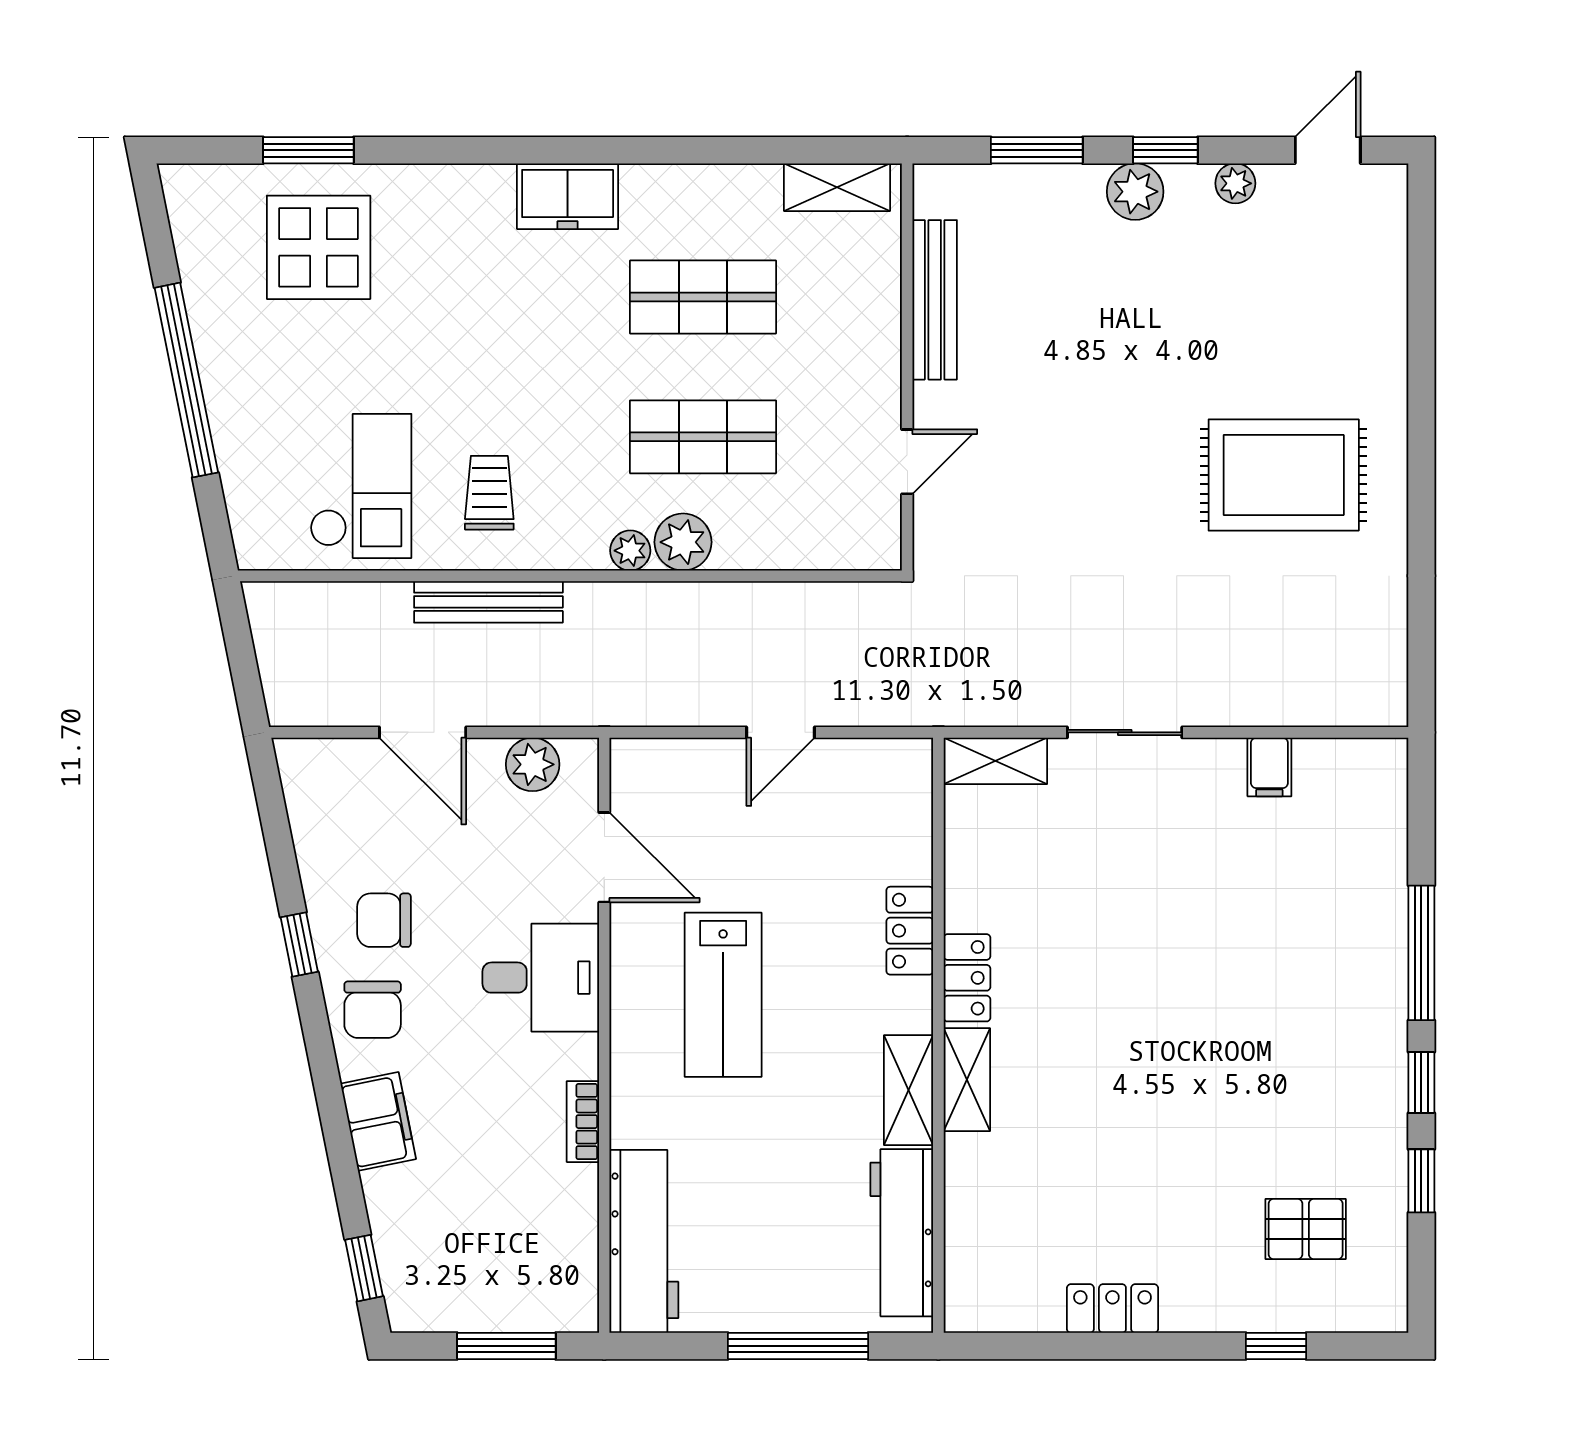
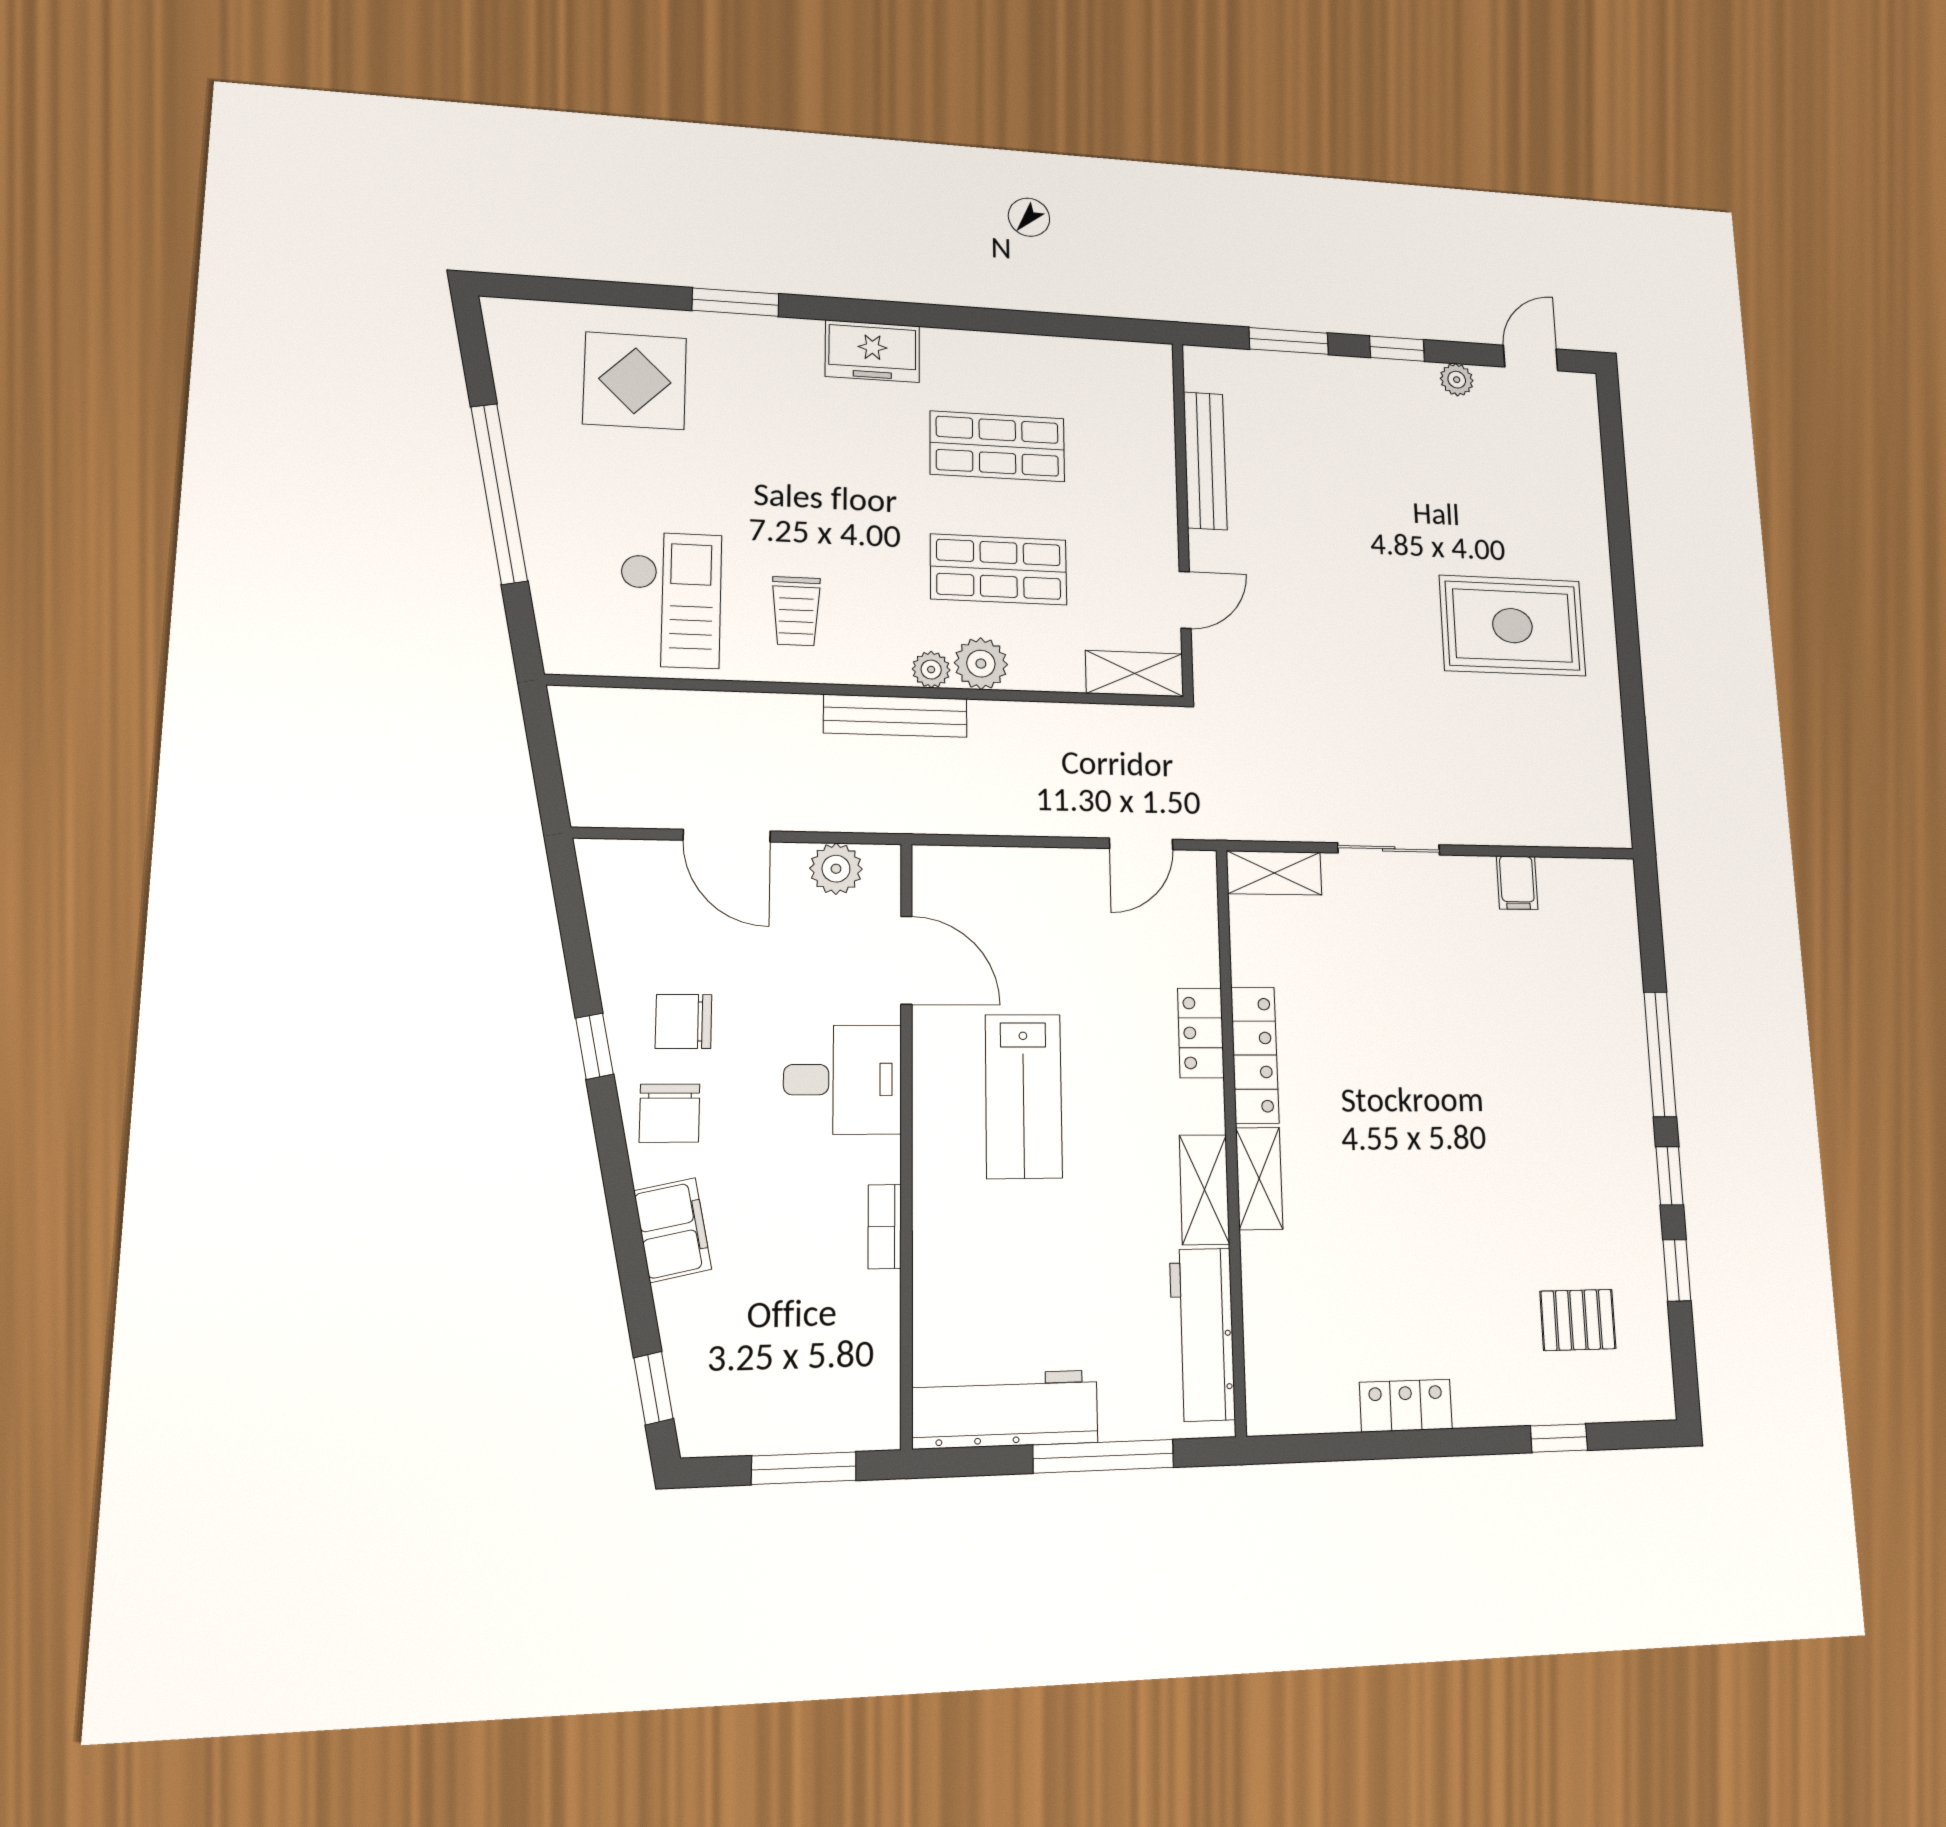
window: (308, 150) -> (735, 302), moved
shelving: (837, 187) -> (1135, 673), moved
plant: (1135, 192) -> (1374, 381), removed
trolley: (489, 493) -> (796, 611), turned 180
bench: (488, 602) -> (895, 716), moved
door: (781, 732) -> (1141, 844), moved
locker: (967, 978) -> (1255, 1055), width x1.53
workbench: (644, 1241) -> (1005, 1409), moved, turned -90

